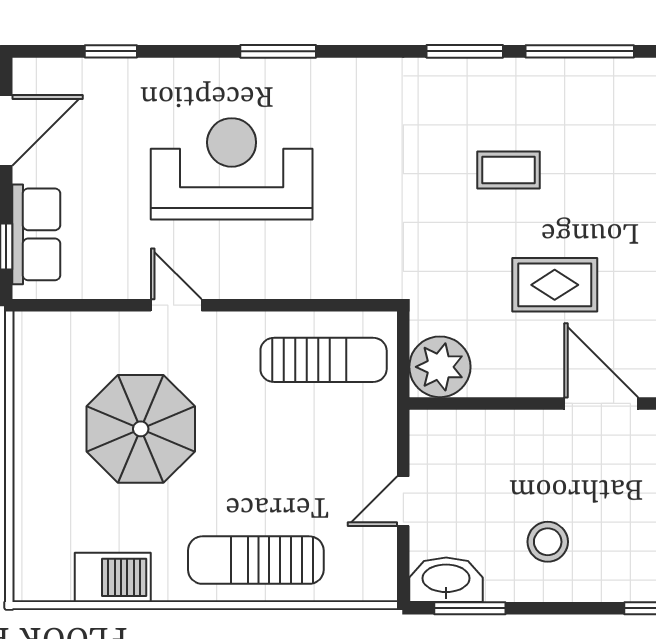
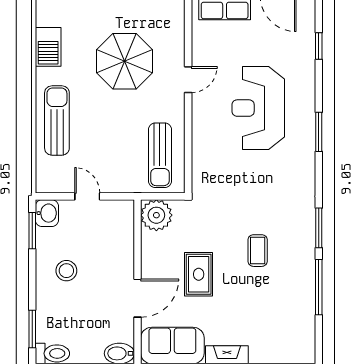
reception desk: (232, 169) -> (258, 108), turned 180
washbasin: (446, 580) -> (47, 213), width x0.72

